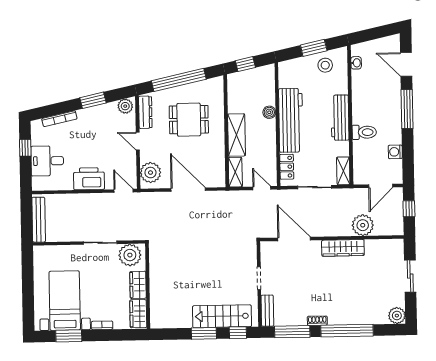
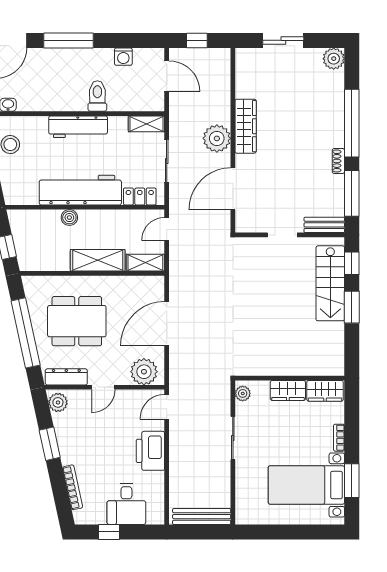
dining table: (189, 120) -> (77, 321), width x1.38
plant: (363, 225) -> (217, 138), moved
plant: (130, 255) -> (243, 393), width x0.53, depth x0.53

